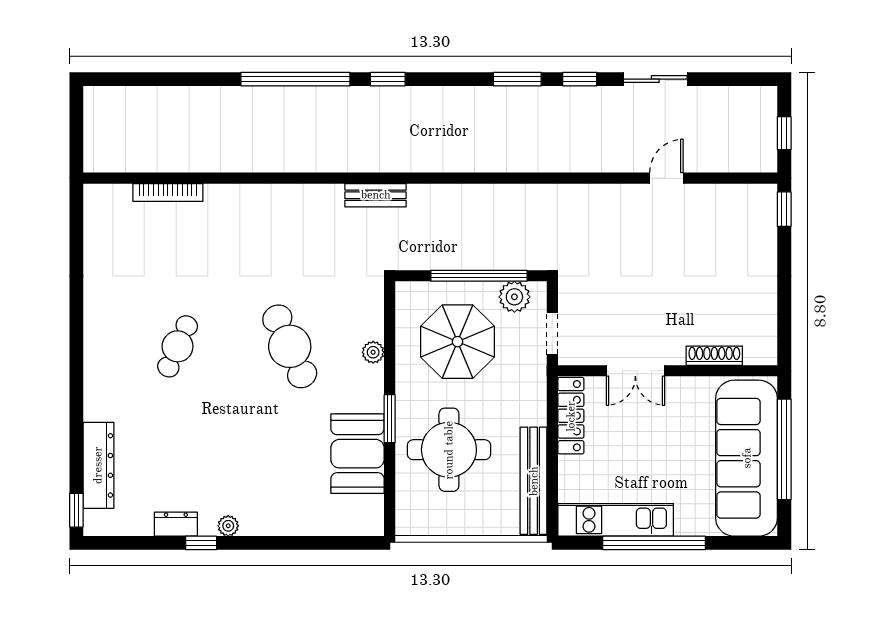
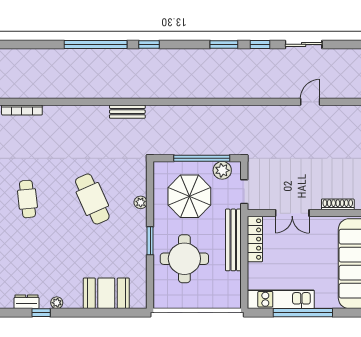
bench: (376, 195) -> (127, 112), moved
cafe table: (178, 346) -> (27, 199), turned -30
booth: (357, 454) -> (106, 293), moved, turned 90
bench: (534, 481) -> (233, 240), moved

